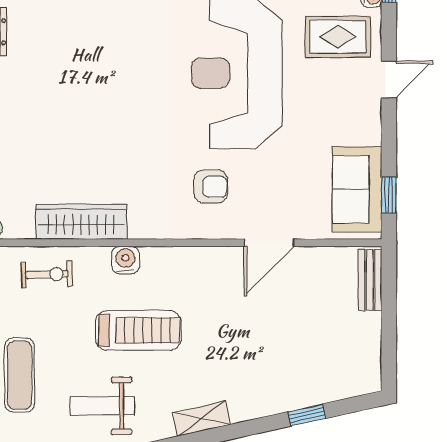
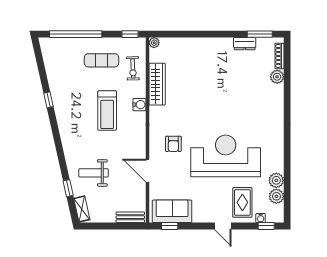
exercise mat: (20, 375) -> (101, 60), moved
weight bench: (102, 406) -> (94, 173), moved, turned -90
shelving: (201, 419) -> (82, 209), moved

